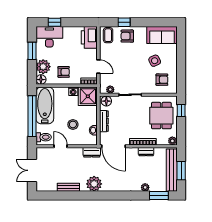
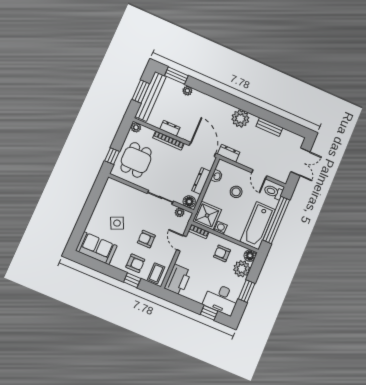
armchair: (162, 80) -> (146, 239), moved

